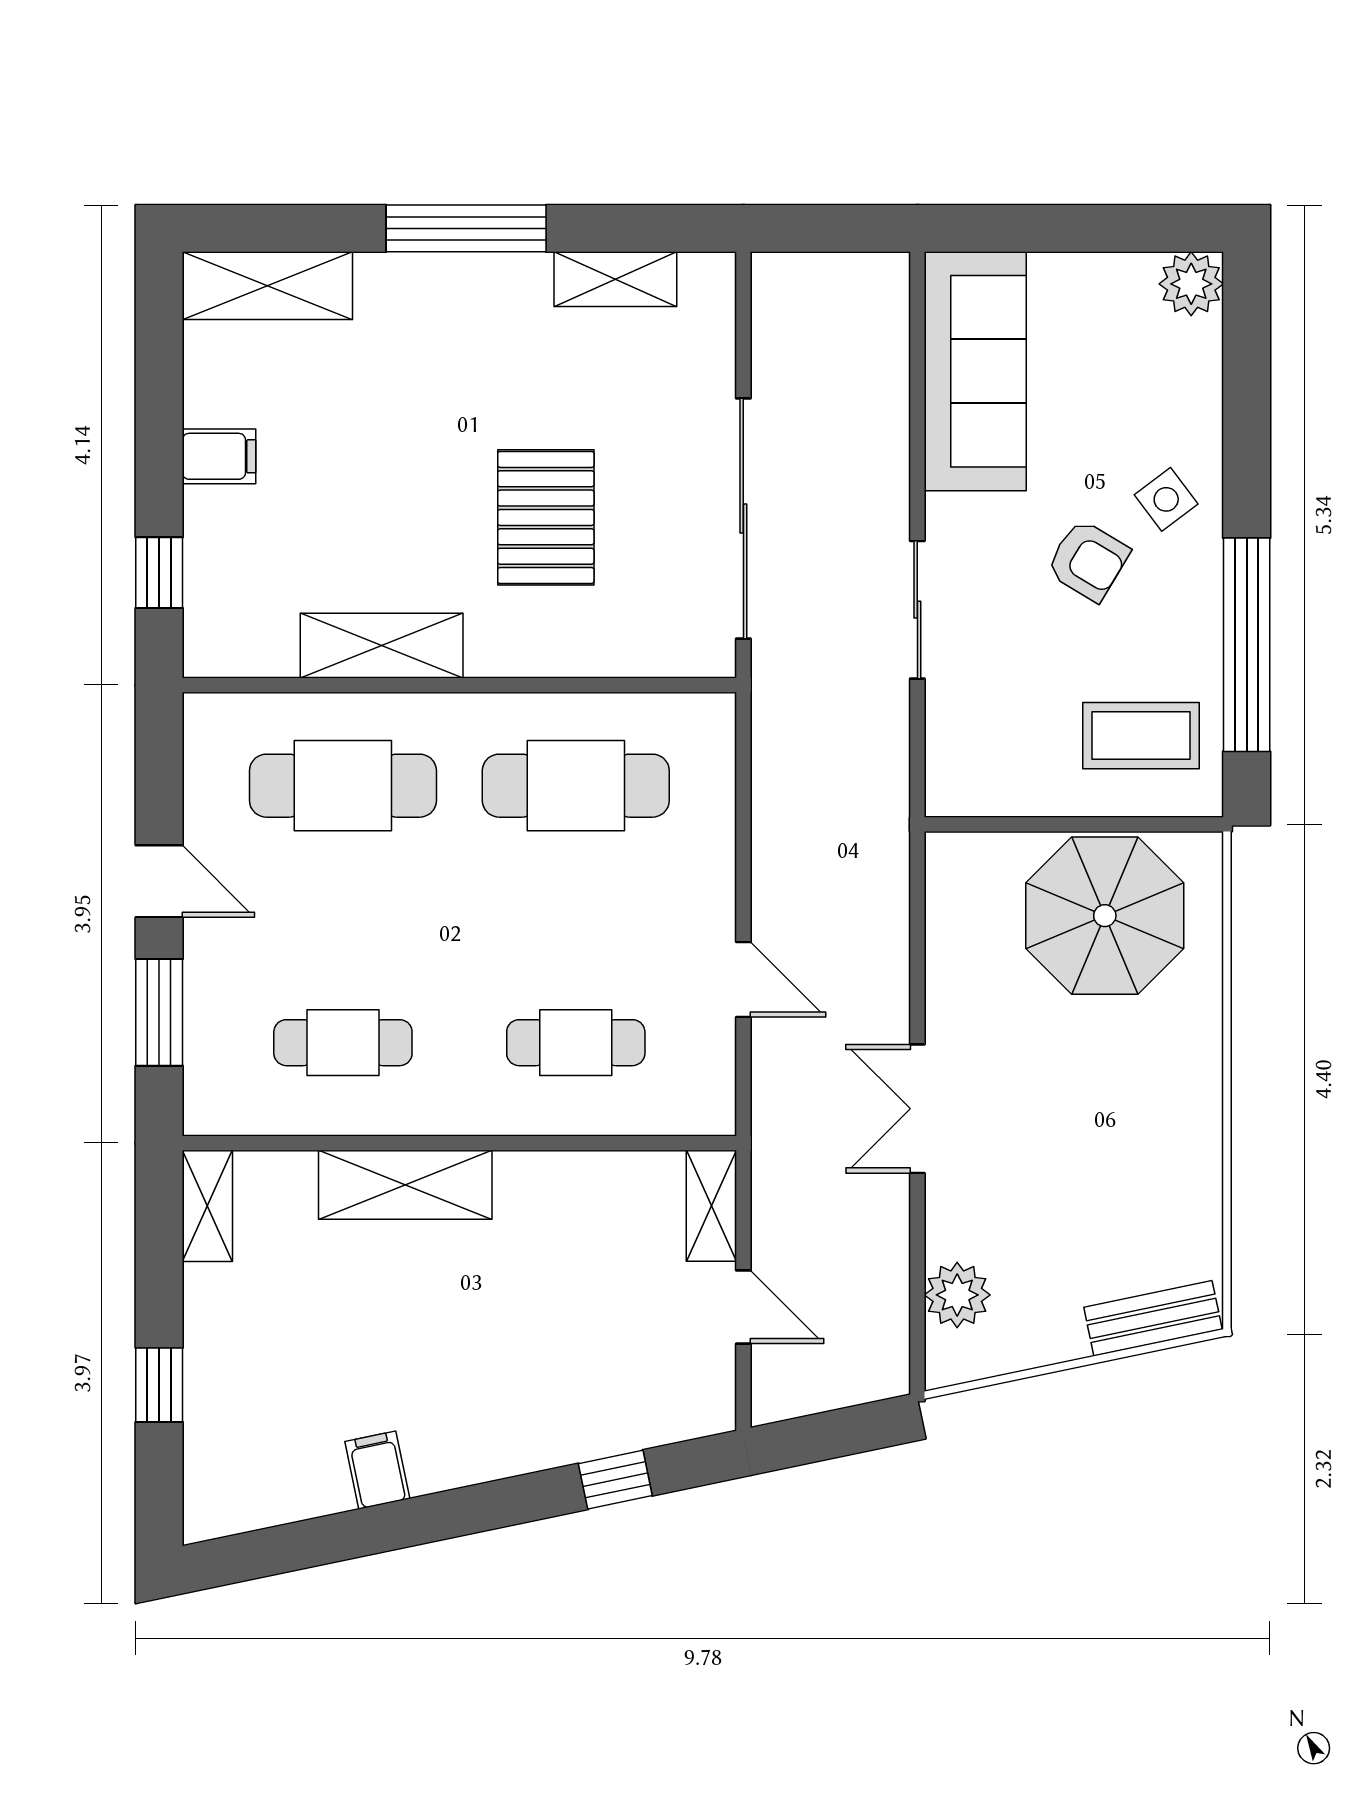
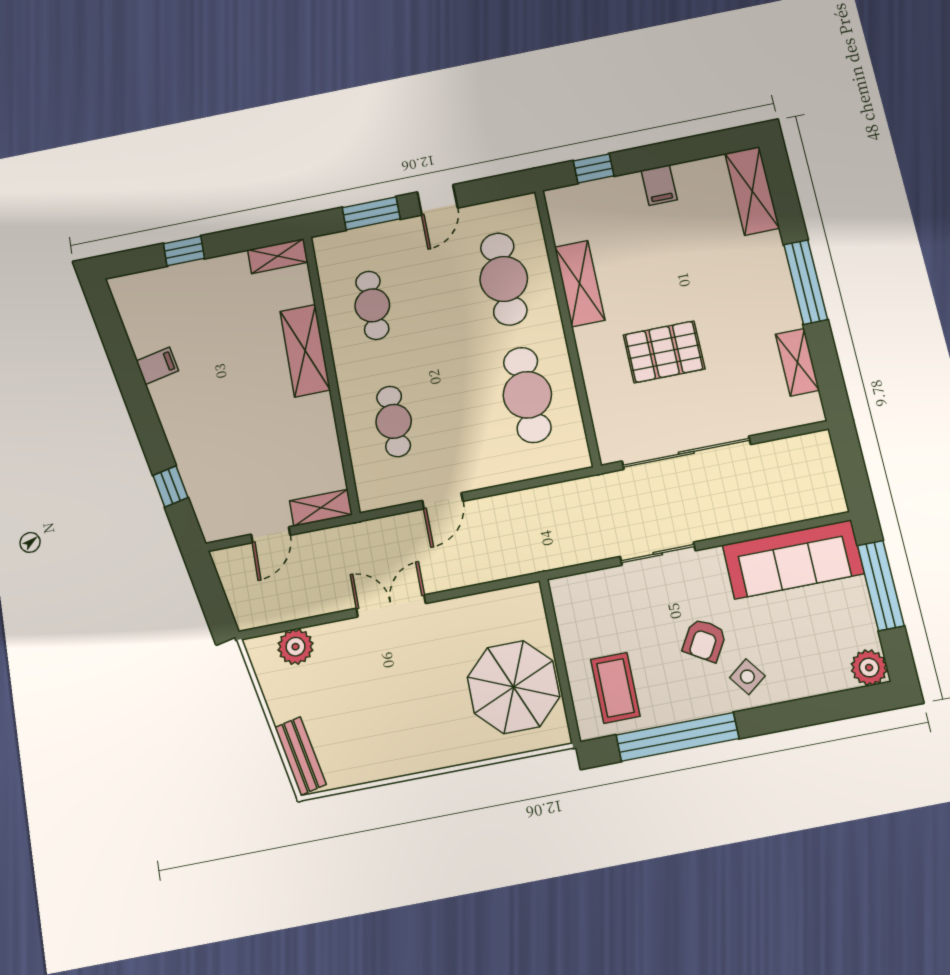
window: (1052, 228) -> (881, 586), added

